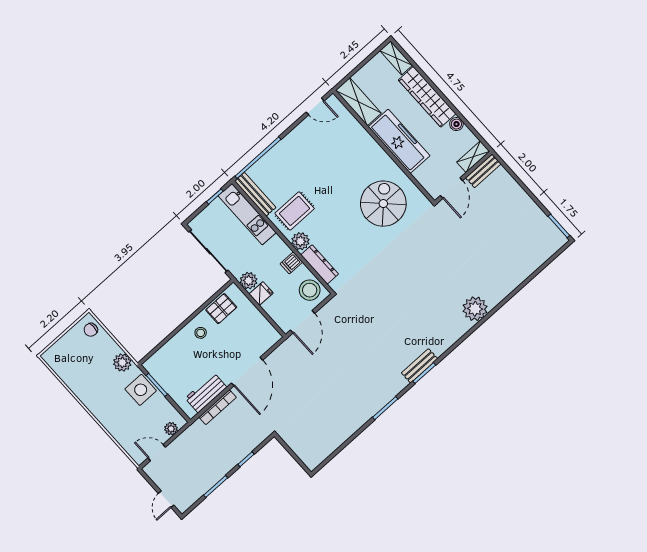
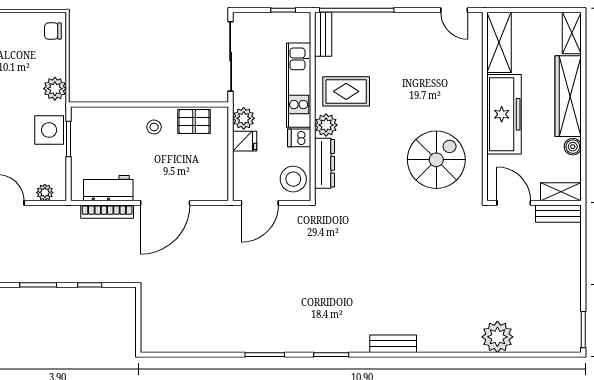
door: (451, 188) -> (514, 203), swing flipped
bench: (255, 194) -> (323, 34), width x0.73
kitchen unit: (247, 214) -> (299, 85), moved
plant: (475, 309) -> (497, 337), moved
bench: (420, 366) -> (393, 344), moved

